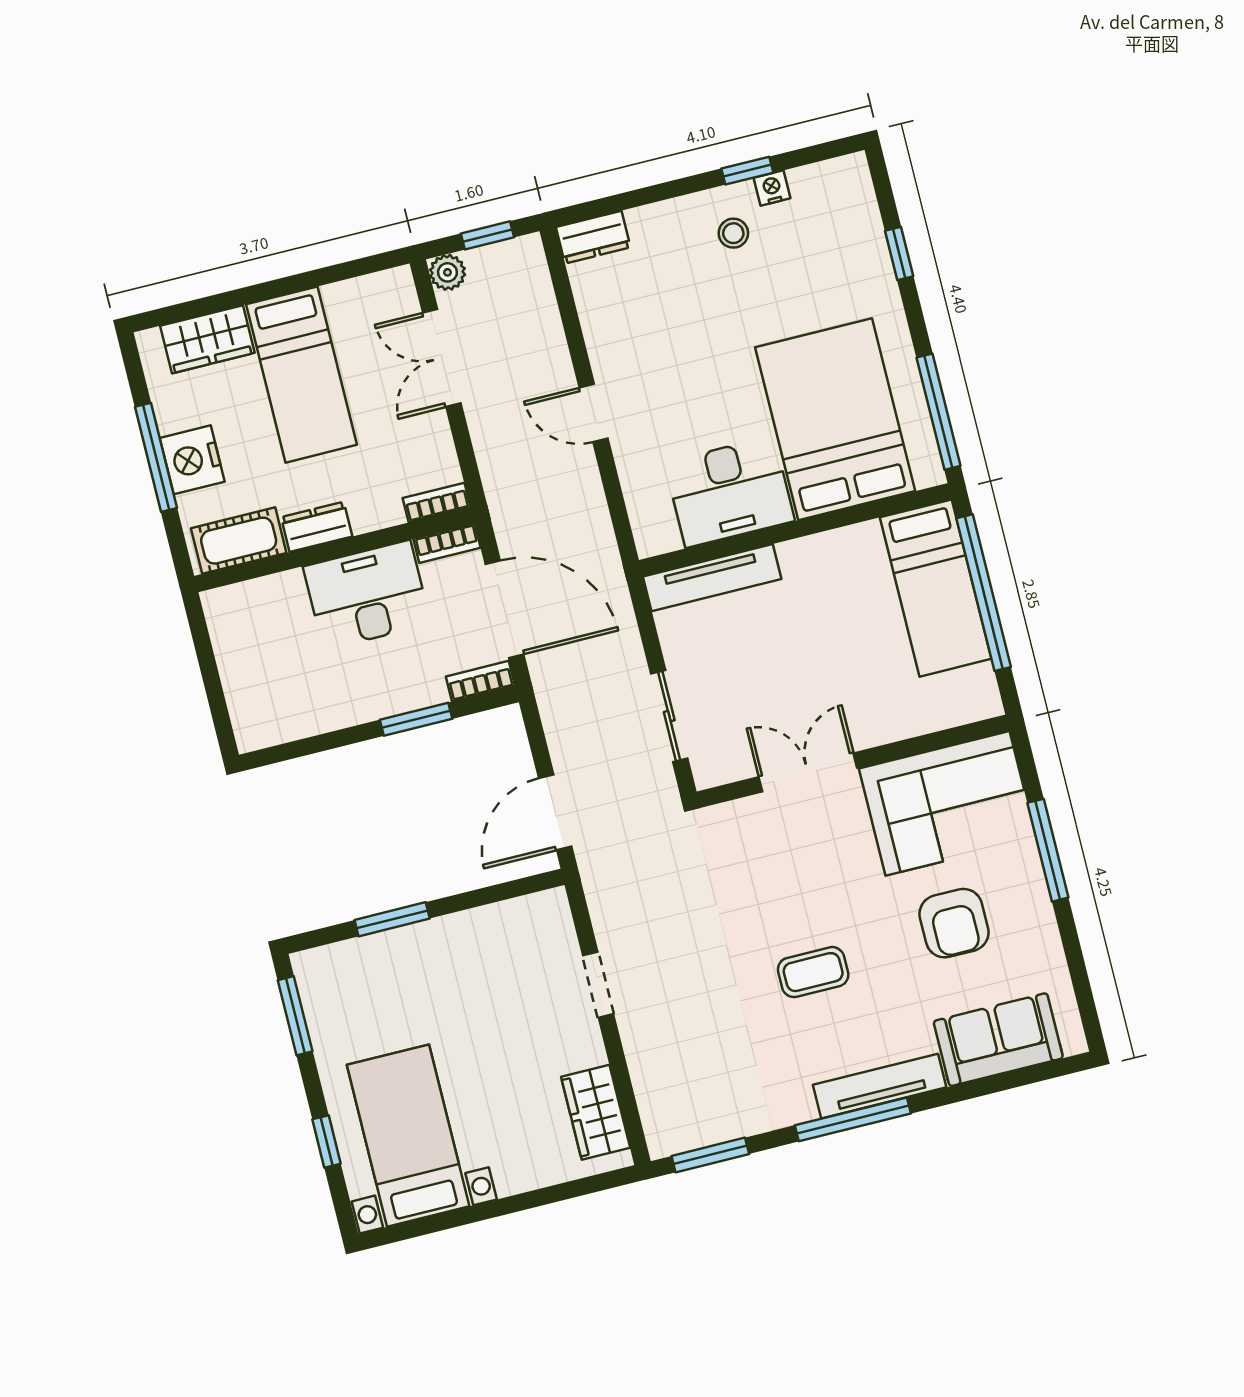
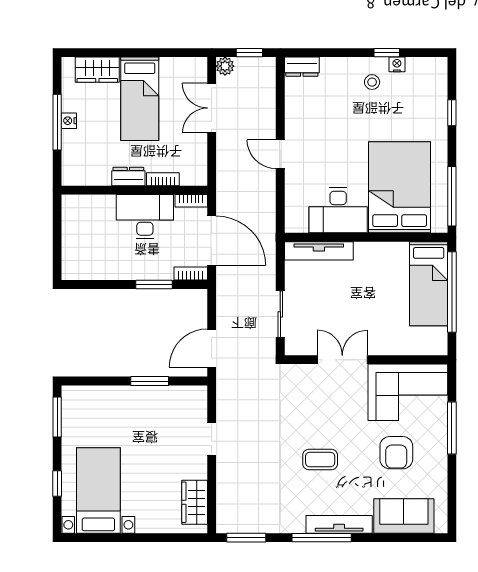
nightstand: (192, 460) -> (69, 121), width x0.53, depth x0.56
bookcase: (437, 503) -> (163, 179), moved
cot: (239, 541) -> (88, 174), removed
window: (392, 919) -> (150, 381), moved

